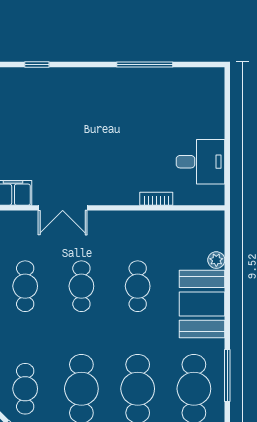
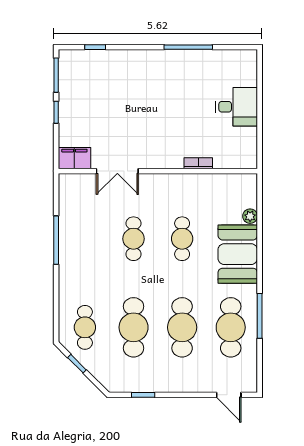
desk: (201, 162) -> (236, 107), moved
cafe table: (25, 286) -> (85, 239), removed

